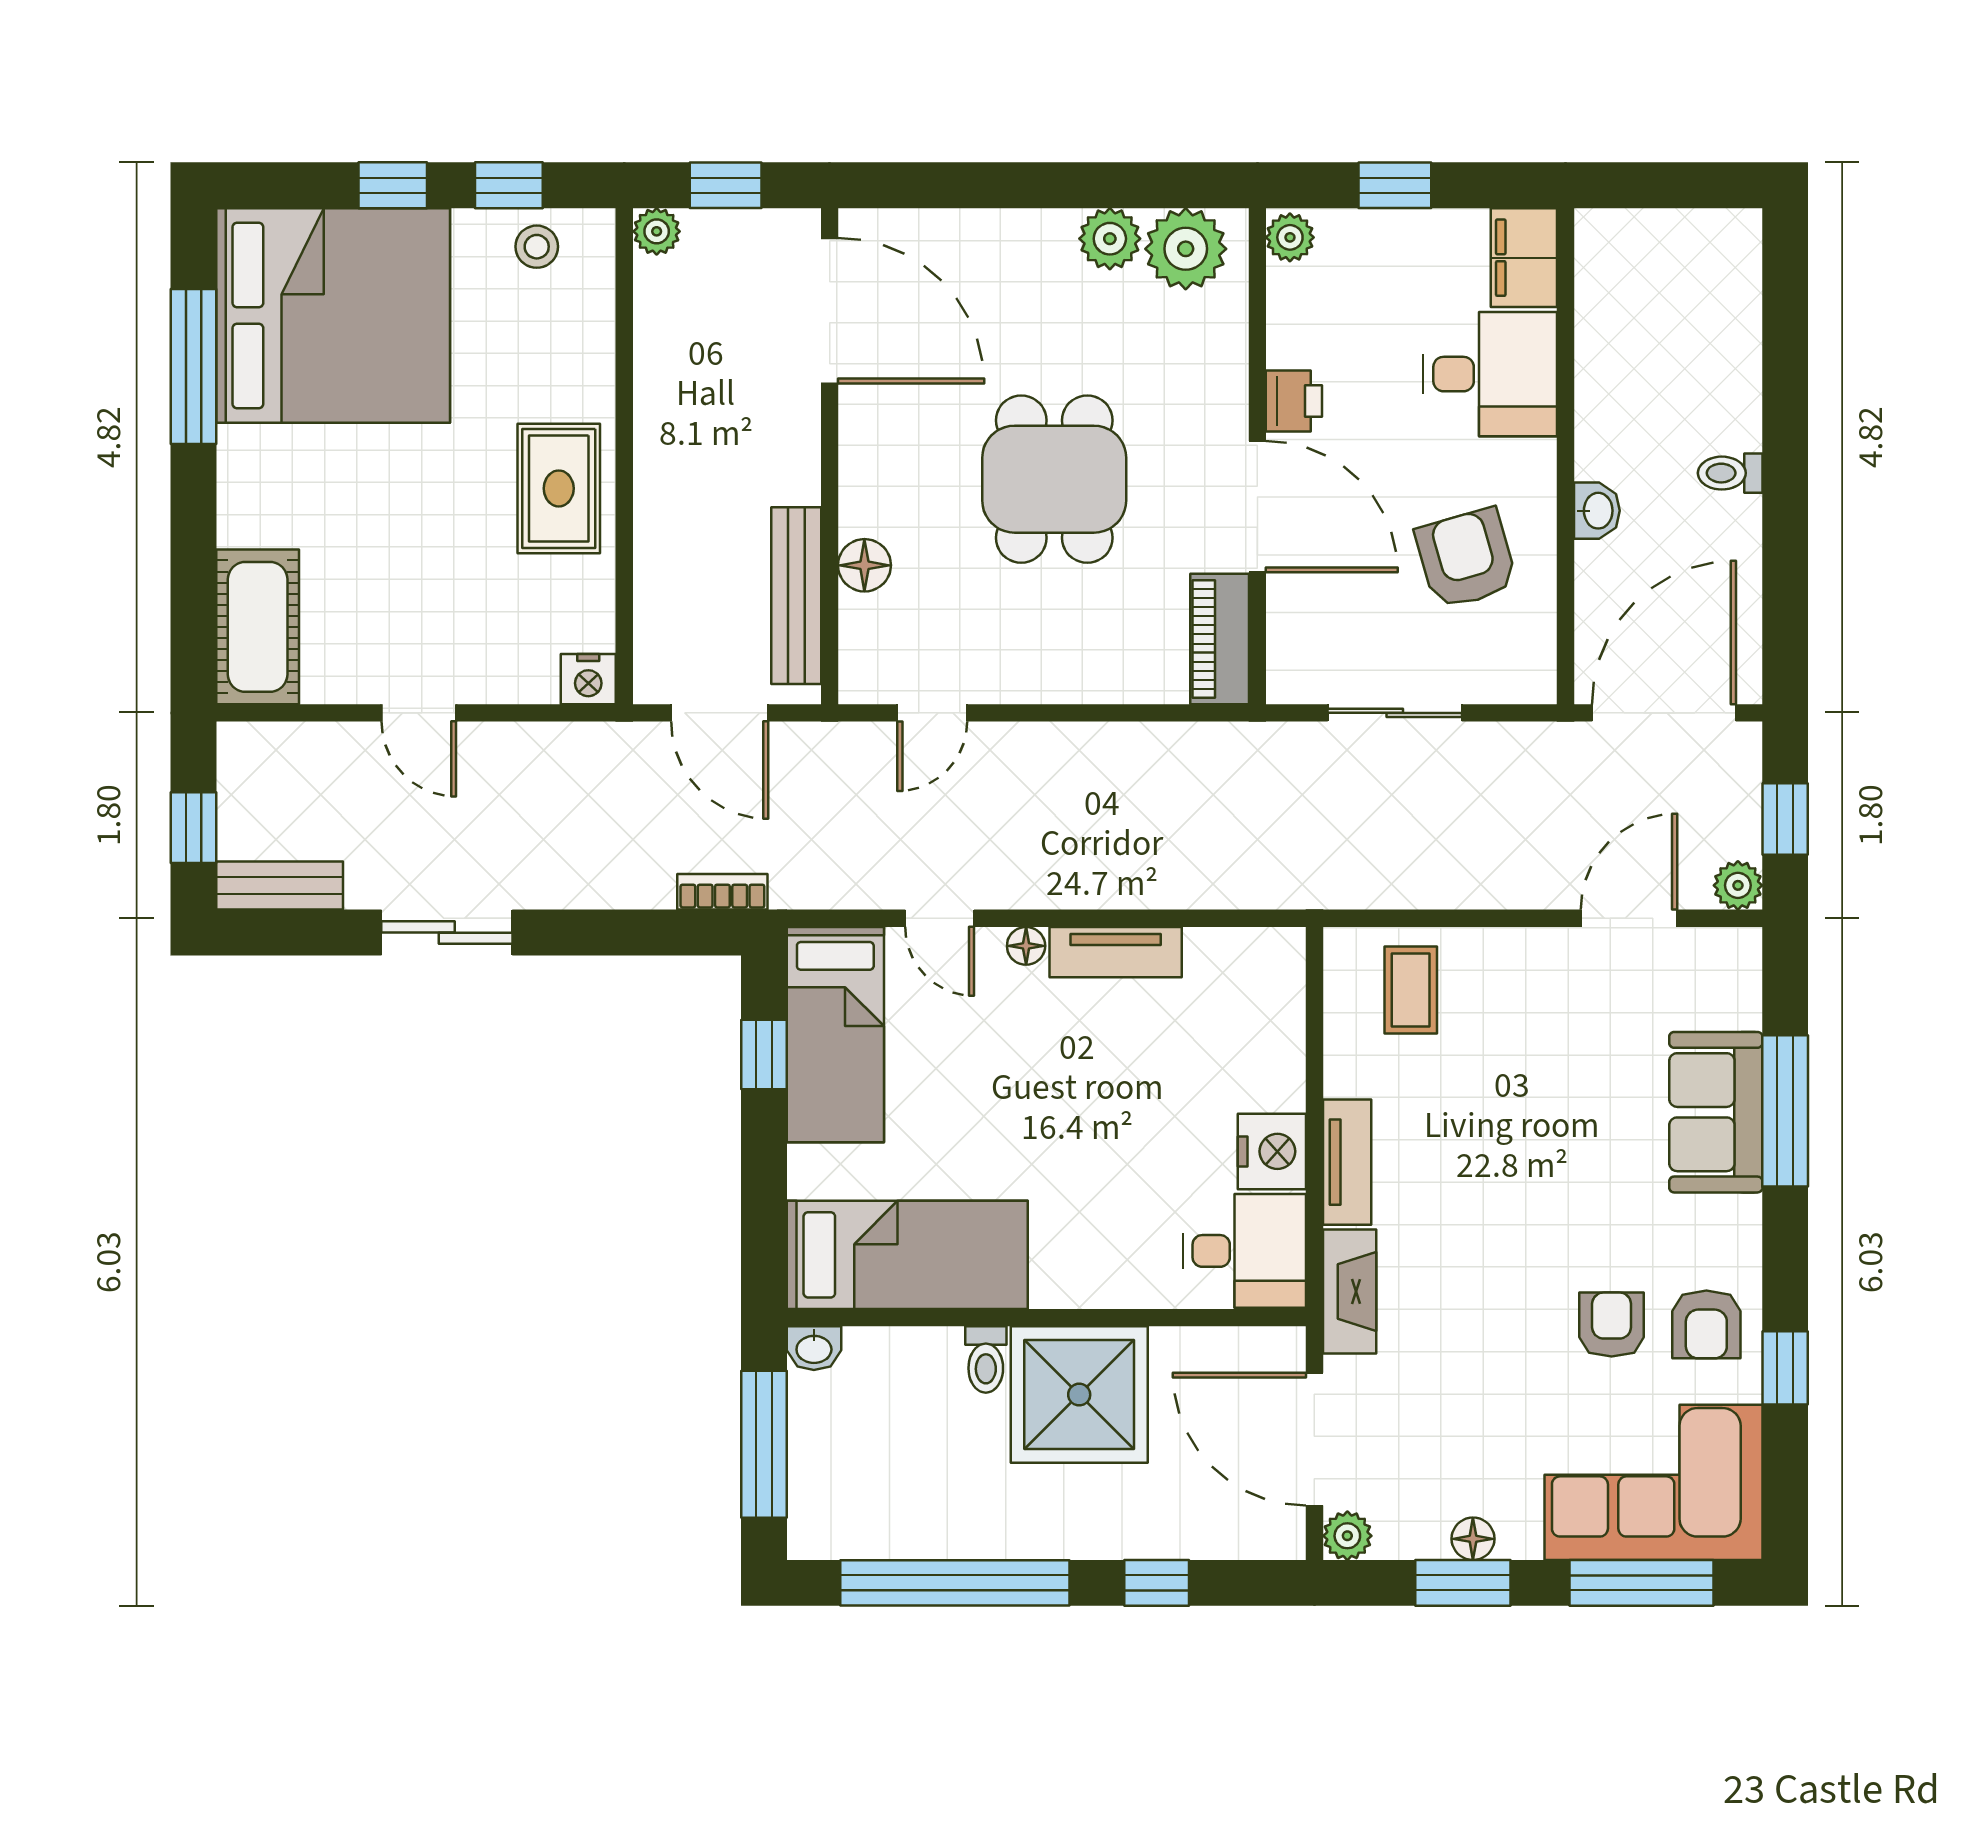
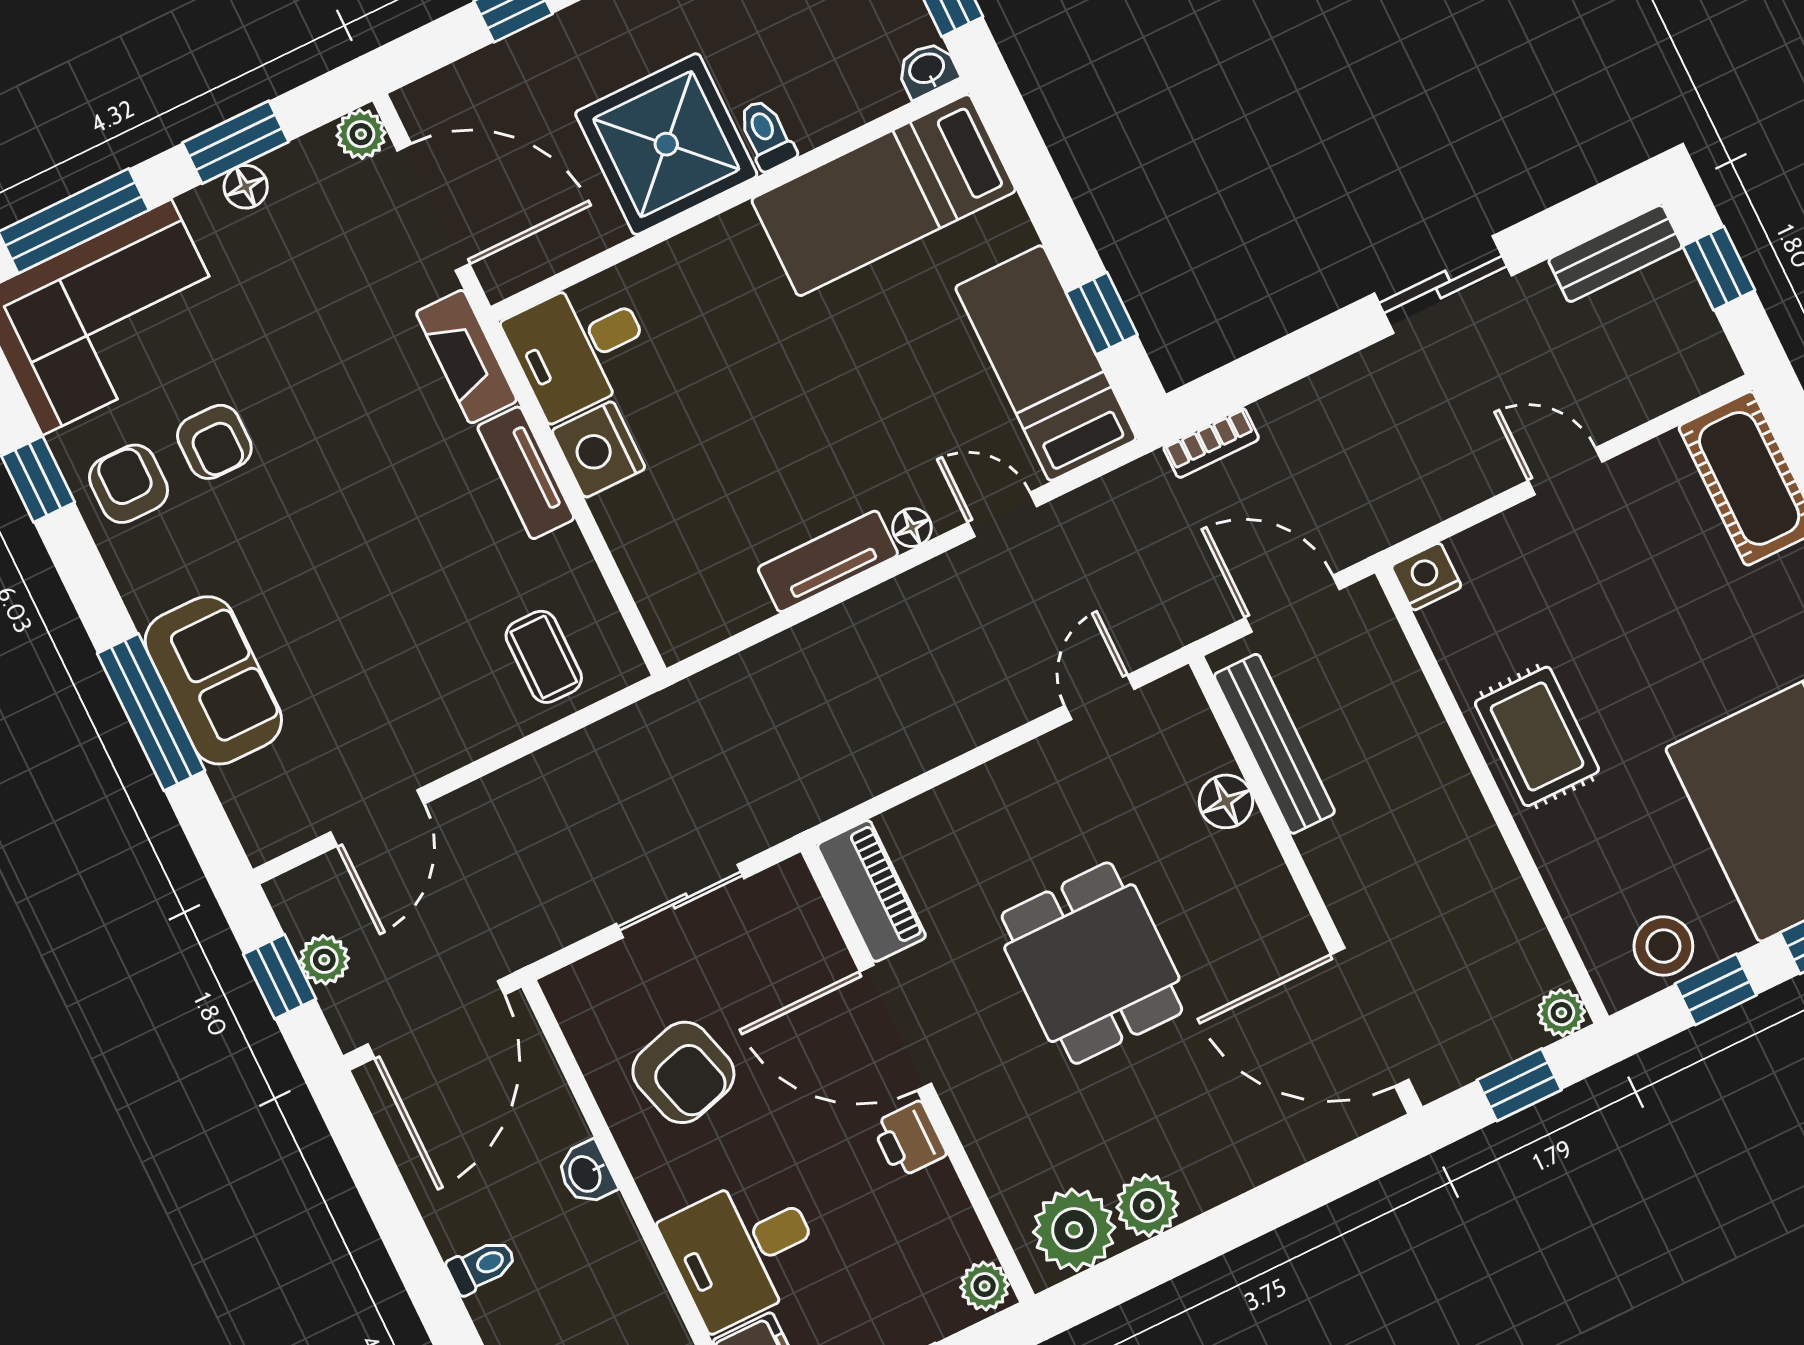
stool: (537, 247) -> (1663, 946), width x1.37, depth x1.37
plant: (1738, 885) -> (324, 960), moved

